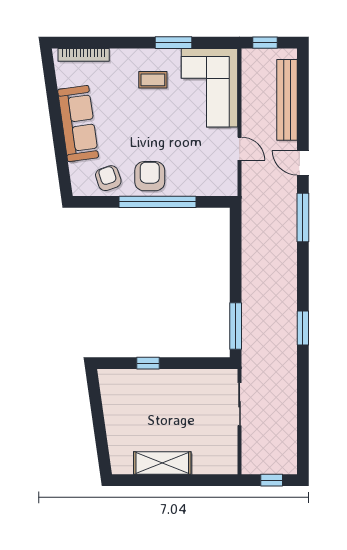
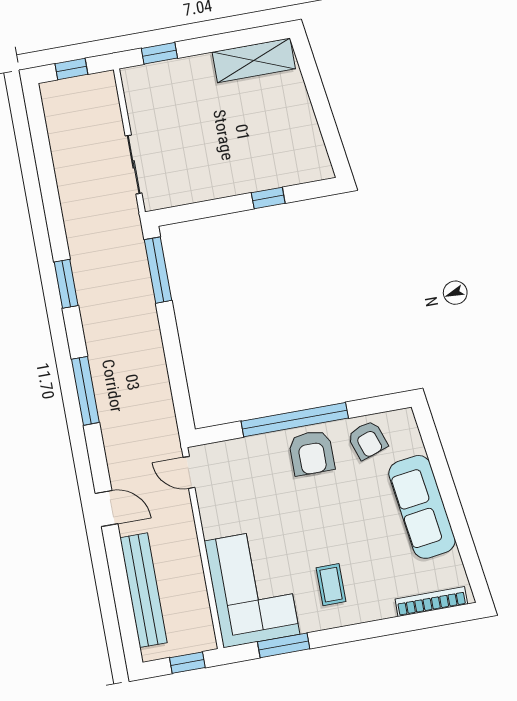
window: (173, 43) -> (284, 645), moved
coffee table: (153, 80) -> (331, 585), turned 90
door: (240, 149) -> (189, 472), moved
window: (303, 218) -> (85, 391), moved
shelving: (162, 463) -> (254, 60), moved
window: (207, 480) -> (159, 53), added

